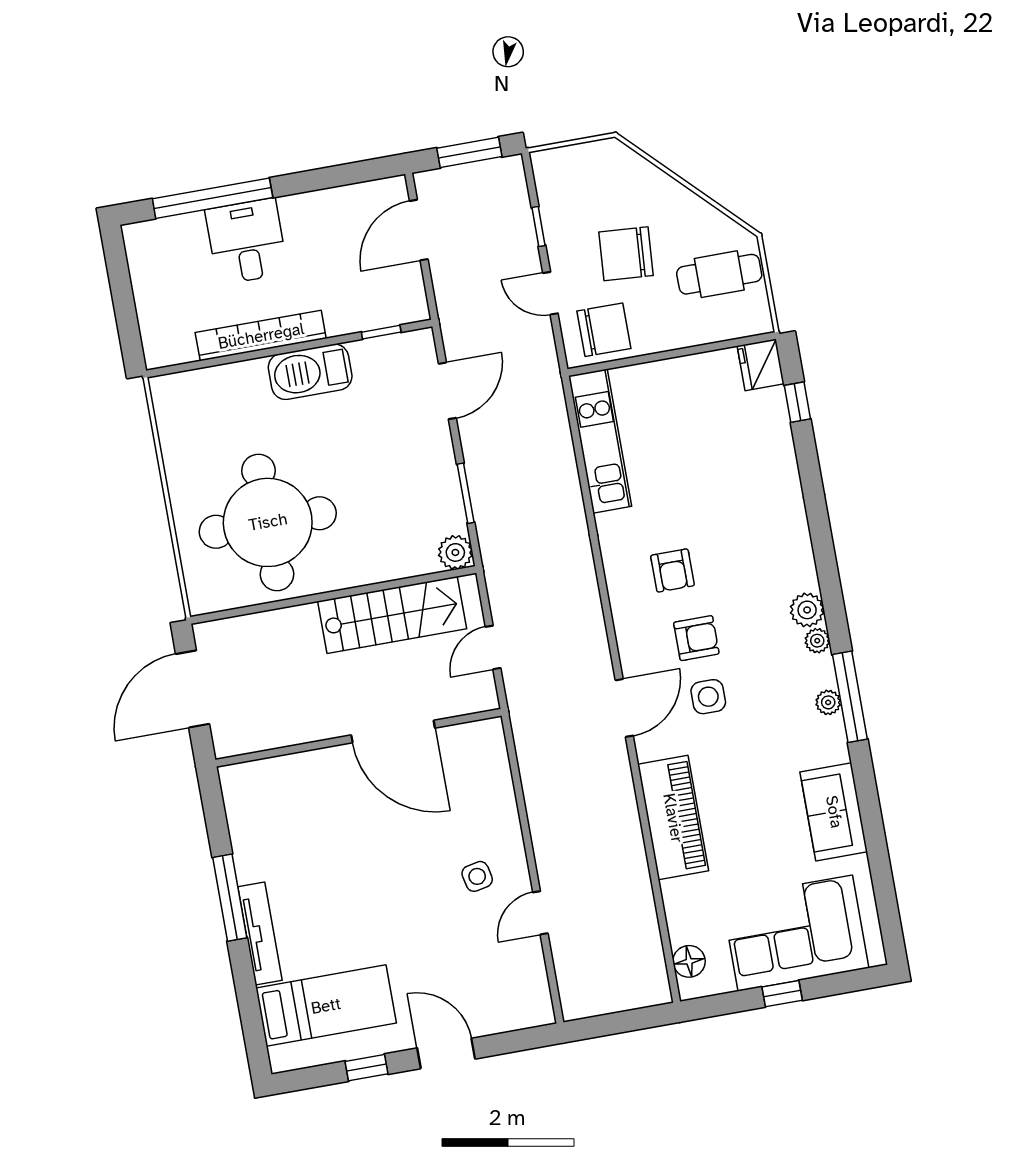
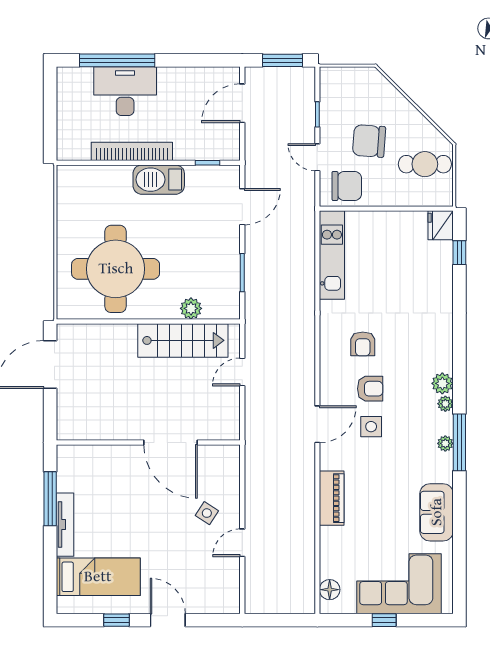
desk: (247, 241) -> (125, 91), width x1.37
plant: (455, 552) -> (191, 308), moved
door: (393, 732) -> (170, 443), moved
wall: (359, 738) -> (148, 443), moved
piano: (673, 818) -> (332, 498), width x0.73, depth x0.75
side table: (477, 876) -> (207, 513), turned 45

